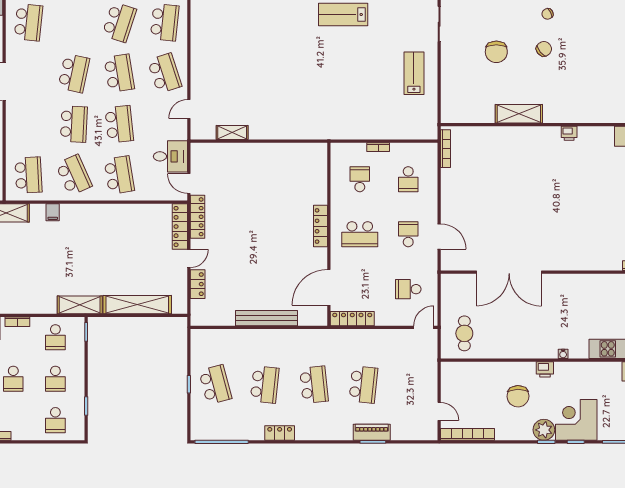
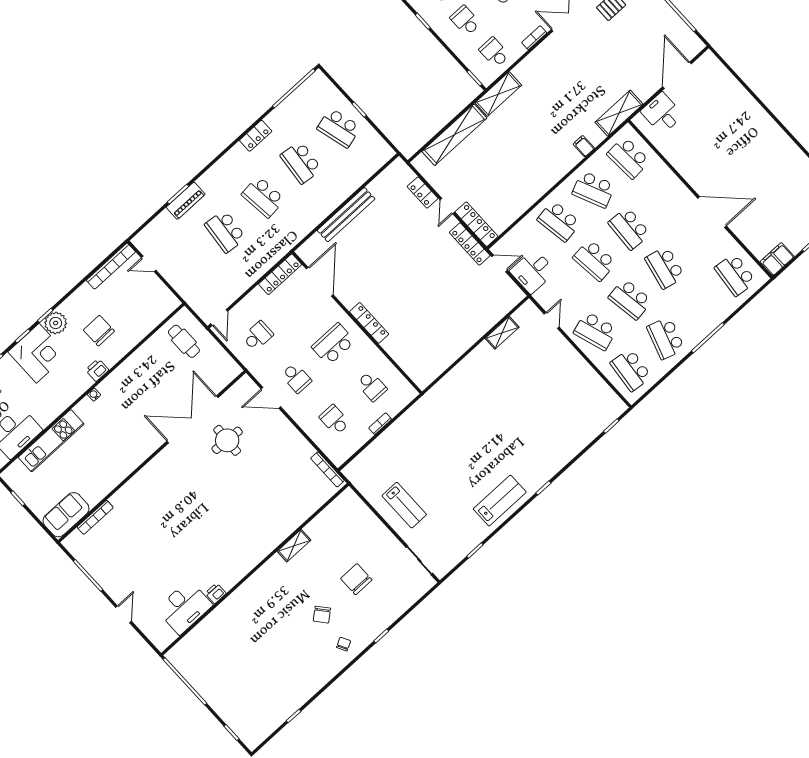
shelving: (519, 114) -> (294, 546), width x0.67, depth x0.75
printer: (569, 133) -> (216, 593), moved
round table: (498, 235) -> (227, 440), added

